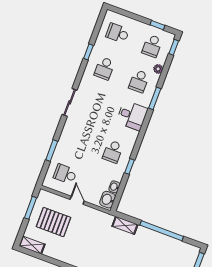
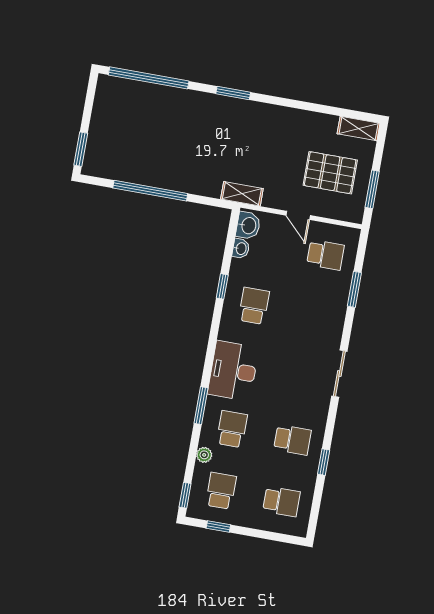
school desk: (104, 68) -> (292, 440), turned 90
desk: (132, 115) -> (233, 371), width x1.37
shelving: (125, 225) -> (242, 194), moved

